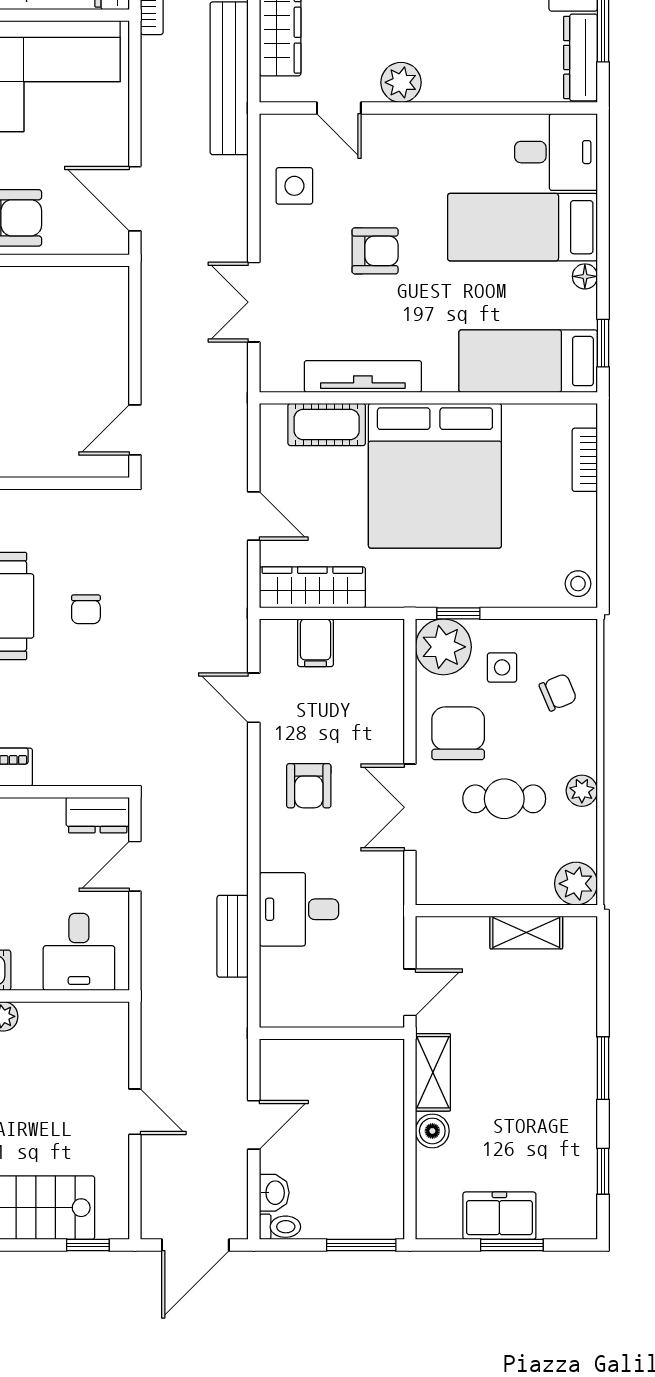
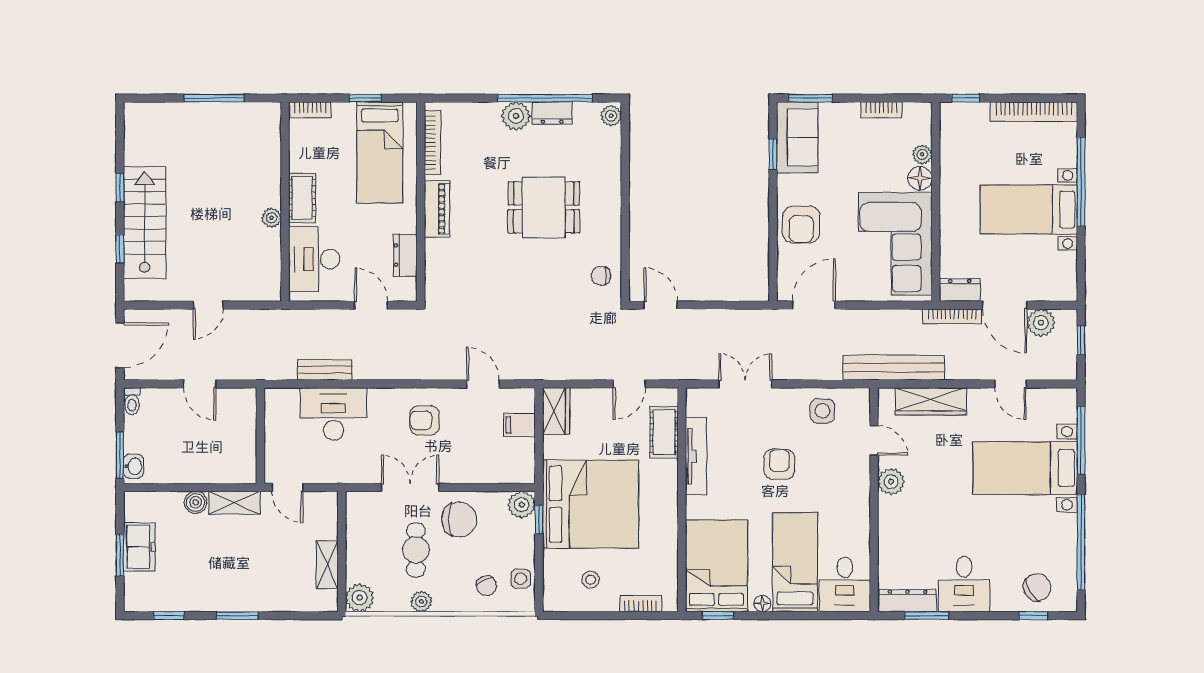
door: (339, 108) -> (874, 440), swing flipped
armchair: (375, 251) -> (779, 464), turned 180
bed: (528, 361) -> (717, 566), width x1.50
bed: (435, 476) -> (591, 504), moved, turned 180
door: (254, 516) -> (629, 384), moved
stool: (578, 584) -> (590, 580), moved
wardrobe: (312, 587) -> (556, 411), width x0.67
chair: (86, 609) -> (601, 276), moved
plant: (443, 647) -> (522, 505), width x0.73, depth x0.73
side table: (502, 667) -> (521, 579), moved
door: (254, 698) -> (483, 384), hinge flipped
dresser: (98, 815) -> (405, 255), moved
desk: (299, 909) -> (334, 414), width x1.37
desk: (79, 952) -> (314, 259), width x1.37
washbasin: (274, 1193) -> (133, 466), moved, turned -90
window: (88, 1245) -> (120, 249), moved
door: (195, 1245) -> (120, 345), swing flipped

